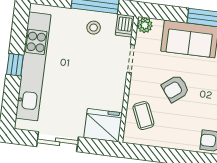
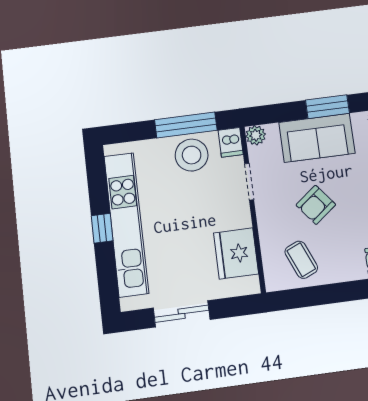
stool: (94, 28) -> (192, 155), width x1.89, depth x1.89
coffee table: (143, 116) -> (301, 260), moved
fridge: (103, 125) -> (236, 253), moved, turned -90

